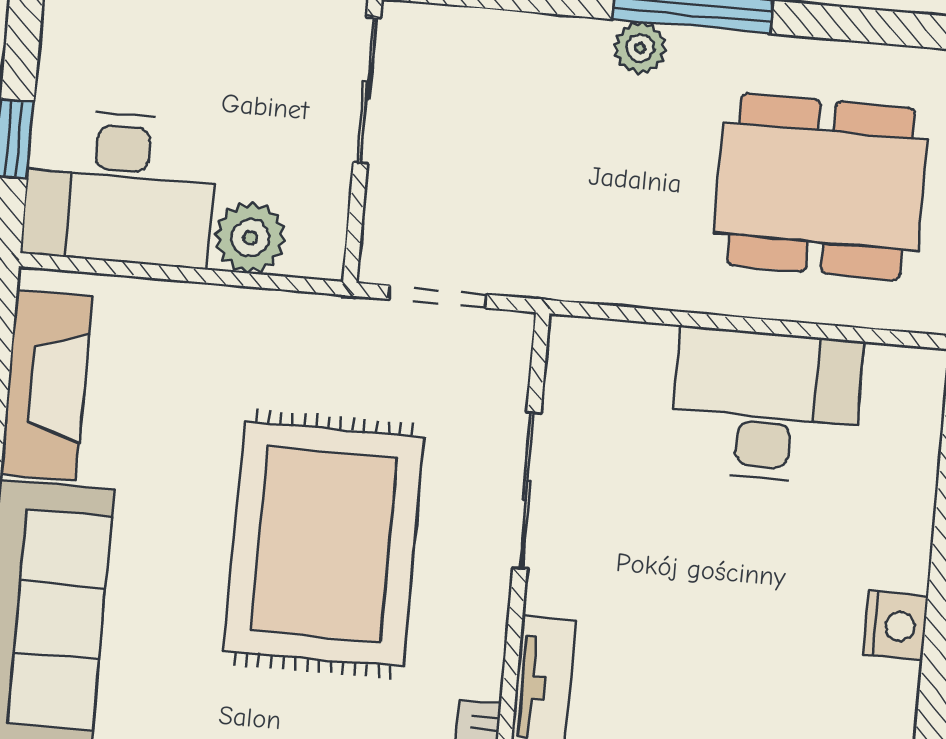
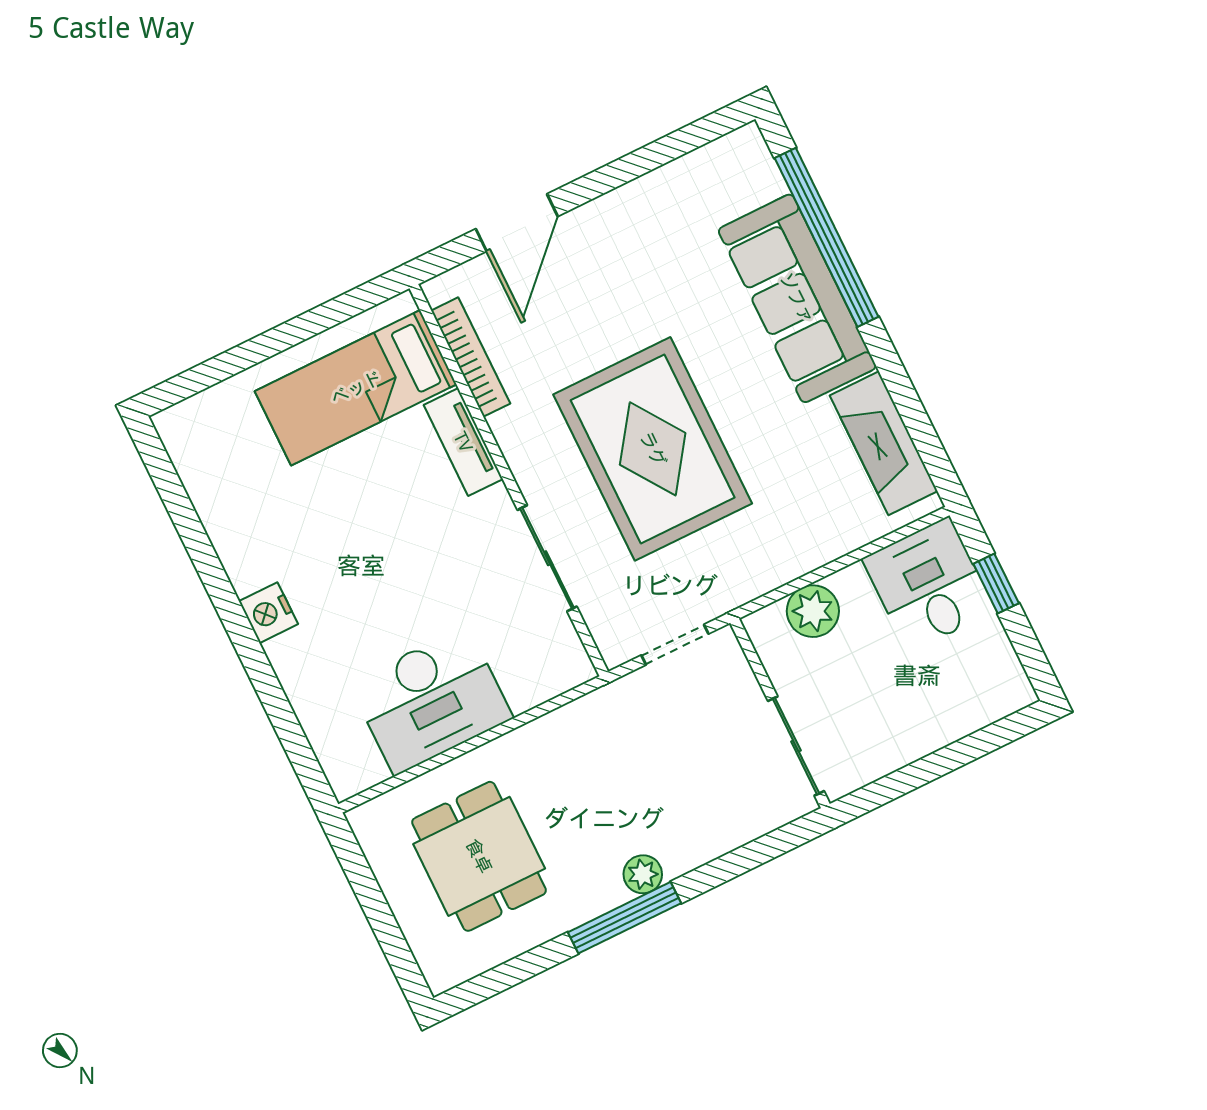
dining table: (821, 187) -> (479, 856), width x0.73
desk: (120, 188) -> (929, 585), width x0.73

